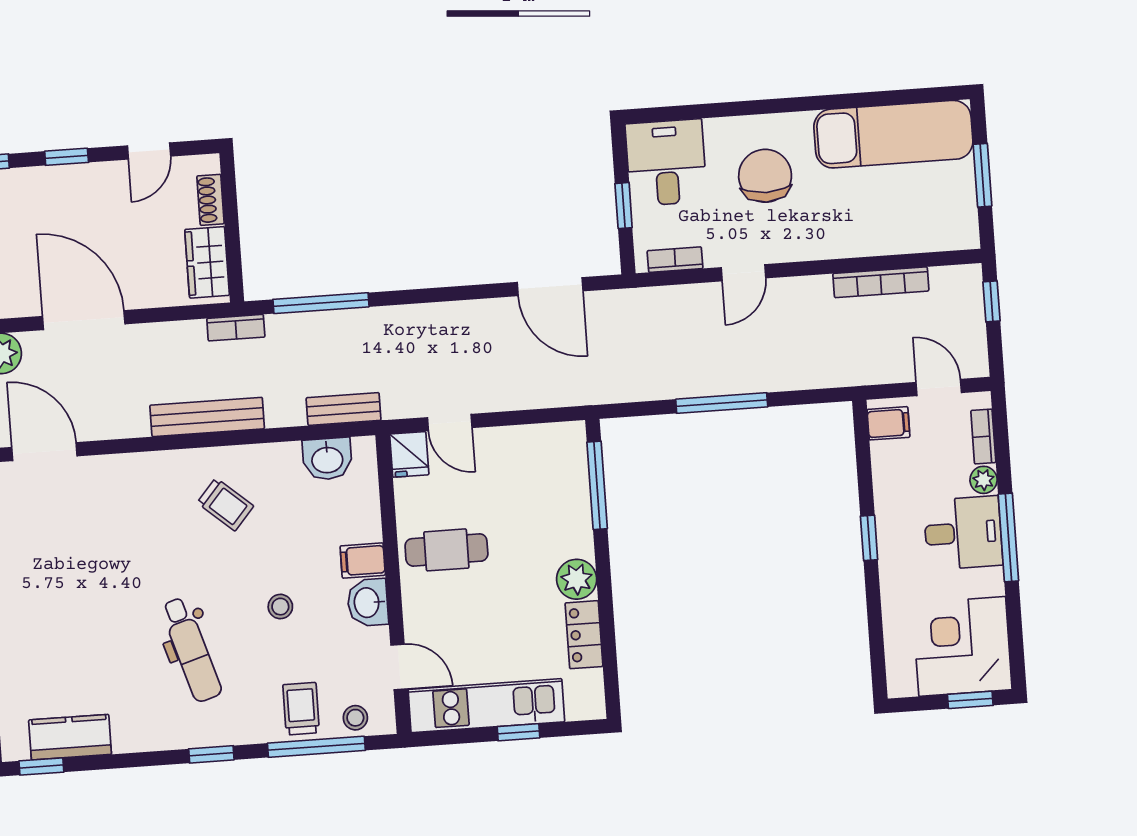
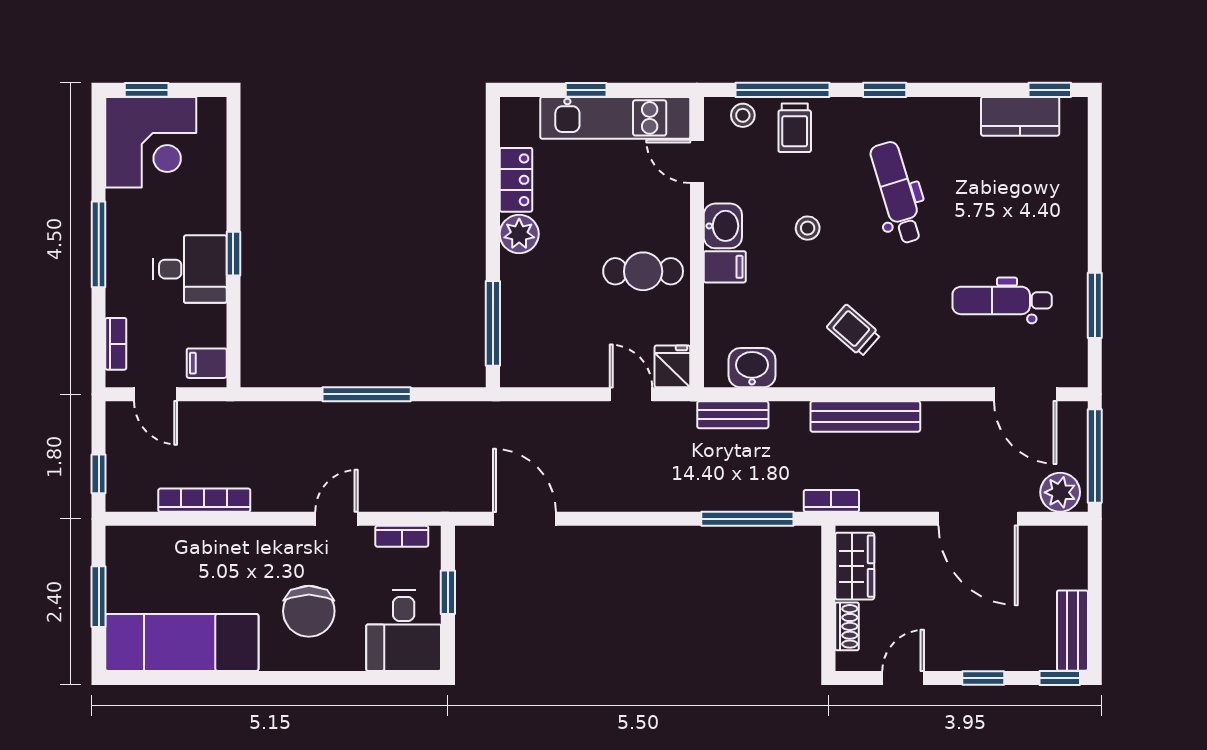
plant: (984, 480) -> (119, 302), removed
desk: (963, 533) -> (190, 269), moved, turned 180
dental chair: (75, 546) -> (1002, 300), added

